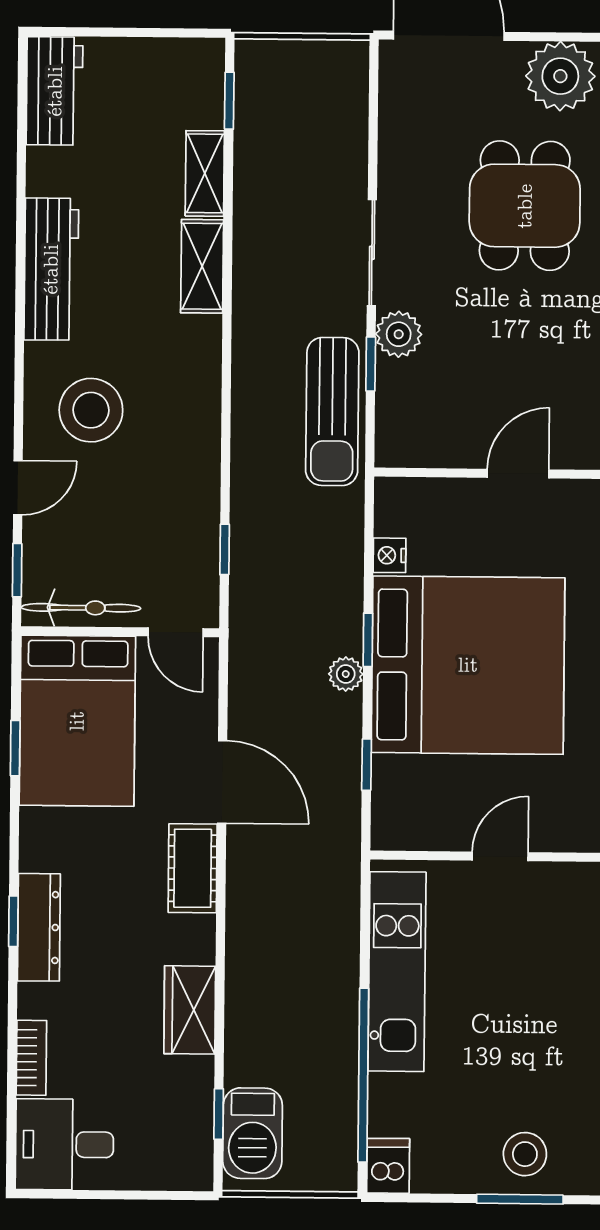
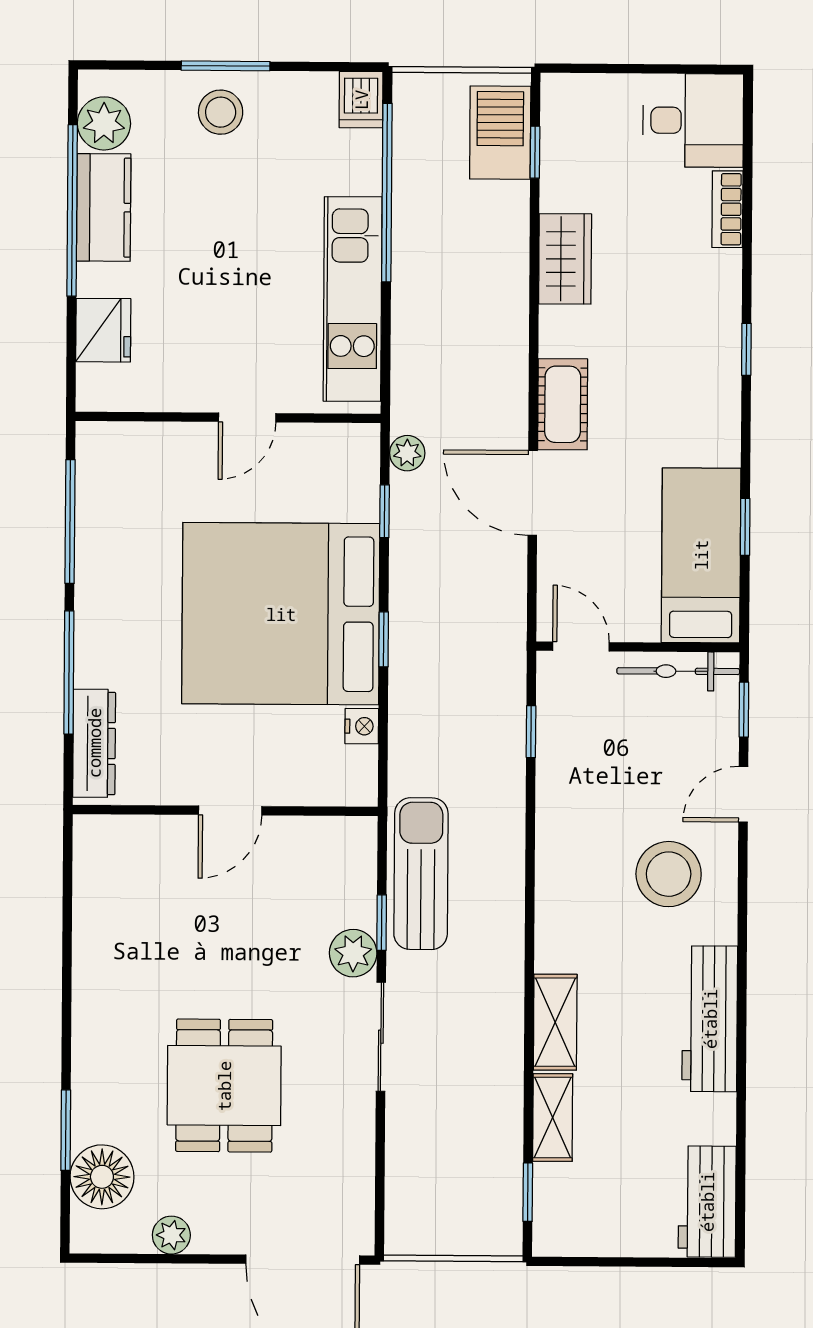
plant: (560, 76) -> (171, 1235), width x0.53, depth x0.53
plant: (346, 674) -> (407, 453), moved
bed: (77, 721) -> (701, 555), width x0.67
dresser: (39, 927) -> (720, 343), removed

